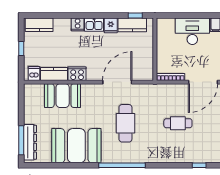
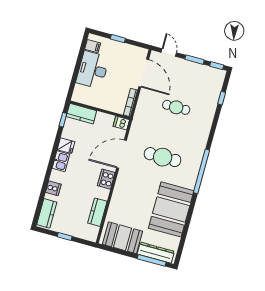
cooker: (78, 24) -> (53, 188), moved
kitchen counter: (132, 25) -> (81, 114), moved, turned 90
dishwasher: (34, 74) -> (121, 123), moved
cooker: (77, 74) -> (106, 179), moved
door: (117, 82) -> (121, 154), hinge flipped
booth: (63, 96) -> (123, 238), moved, turned 90
cafe table: (178, 123) -> (176, 107), turned 90

